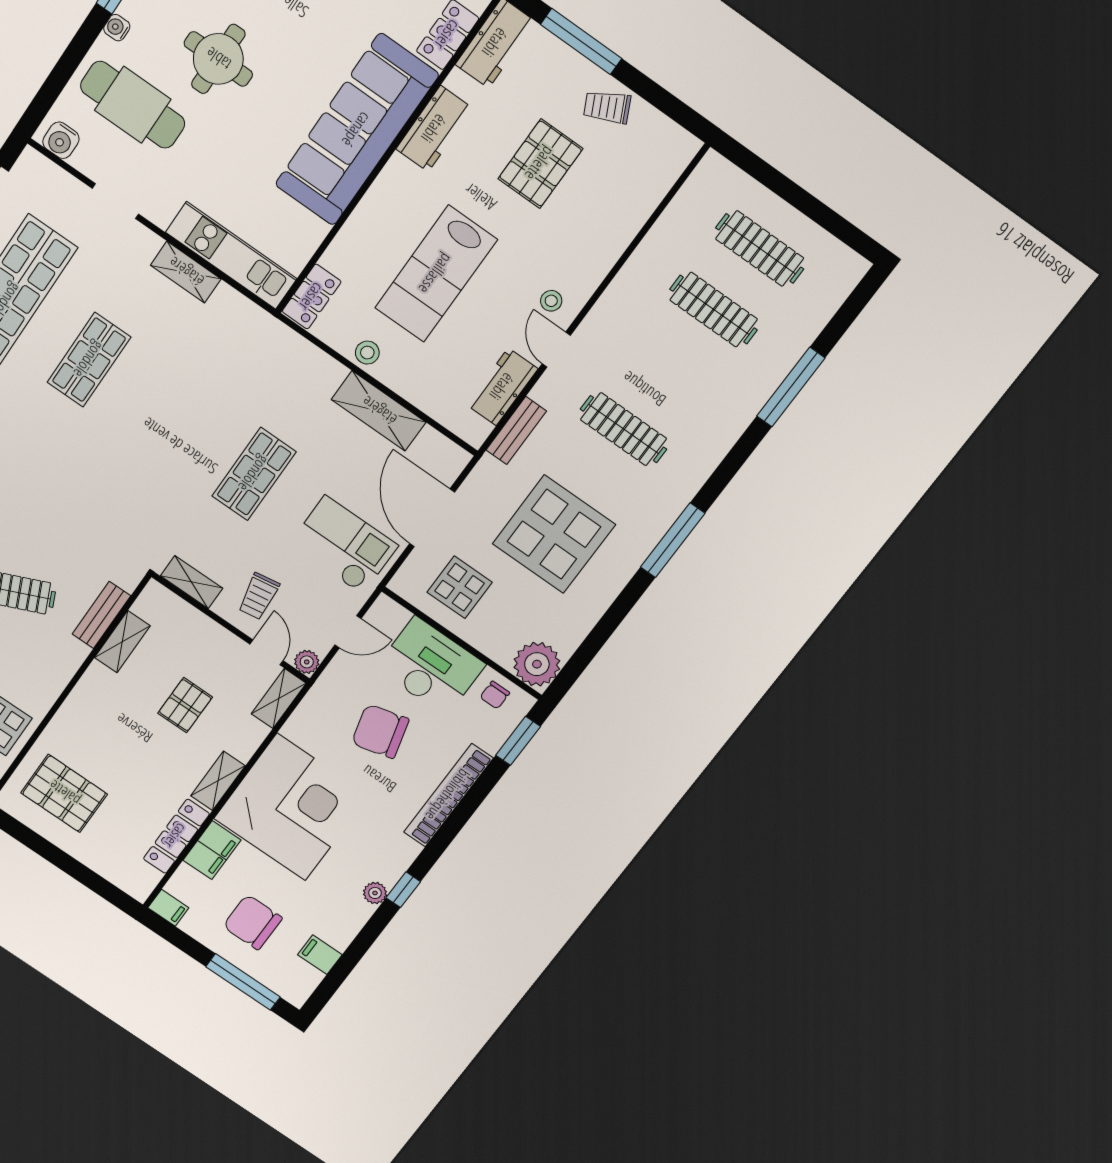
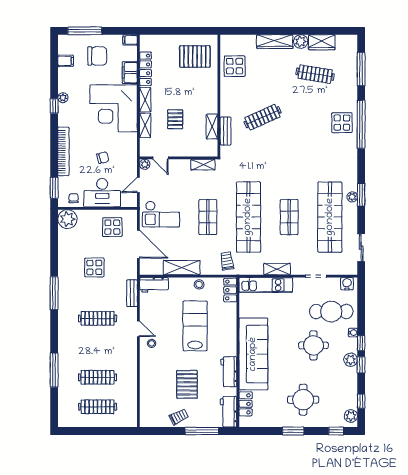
workbench: (502, 387) -> (154, 285), moved, turned 90
shop shelf: (172, 417) -> (248, 217), added
display table: (554, 534) -> (94, 267), width x0.54, depth x0.54
trolley: (259, 596) -> (227, 261), moved
shelving: (279, 698) -> (145, 125), moved
chair: (380, 731) -> (103, 158), width x0.54, depth x0.54

